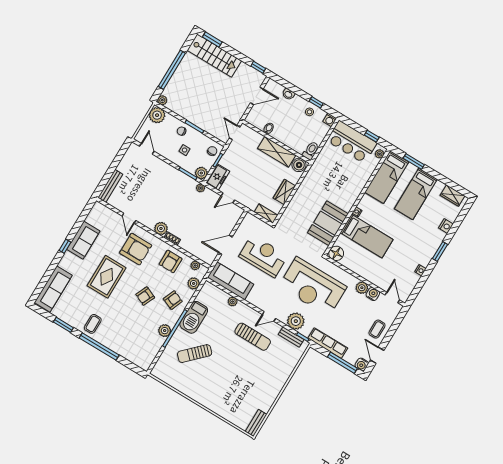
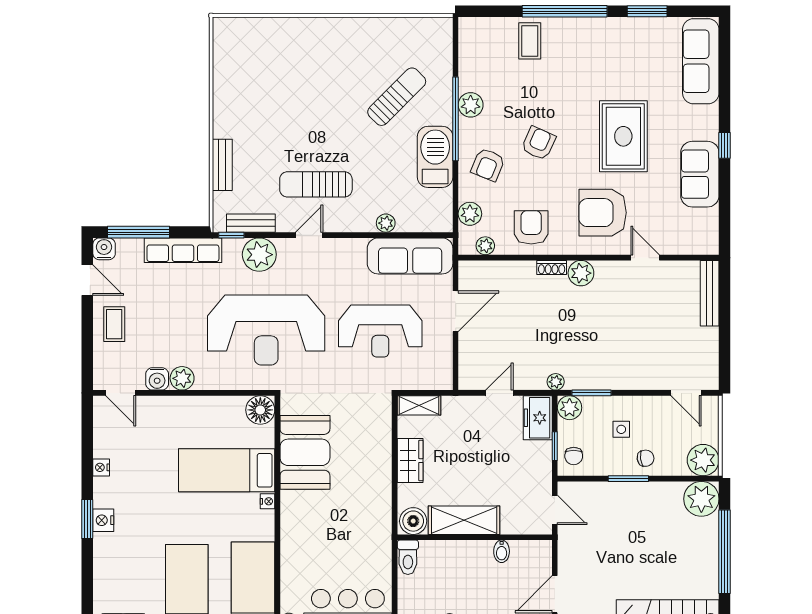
plant: (162, 100) -> (701, 499), width x1.87, depth x1.87
nightstand: (446, 226) -> (103, 520), moved
reception desk: (313, 287) -> (266, 330), turned 180
coffee table: (93, 324) -> (530, 41), moved
bench: (256, 423) -> (222, 165), moved

